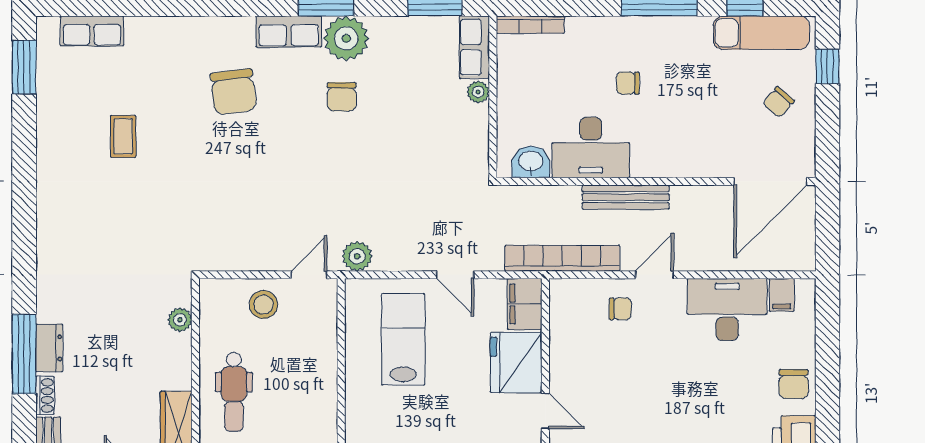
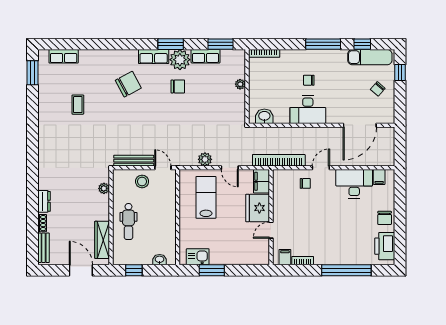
row of seats: (474, 47) -> (206, 56), moved, turned -90
chair: (233, 92) -> (128, 84), turned -111
chair: (342, 97) -> (178, 86), turned -90
desk: (591, 148) -> (308, 110), moved
door: (770, 181) -> (360, 125), moved
bench: (626, 197) -> (134, 161), moved
plant: (357, 256) -> (205, 159), moved
door: (309, 275) -> (163, 168), hinge flipped
window: (24, 354) -> (33, 204), removed
door: (545, 411) -> (271, 230), swing flipped

